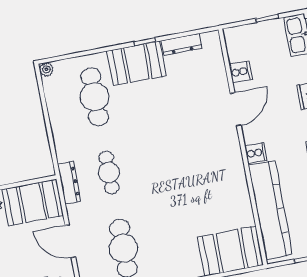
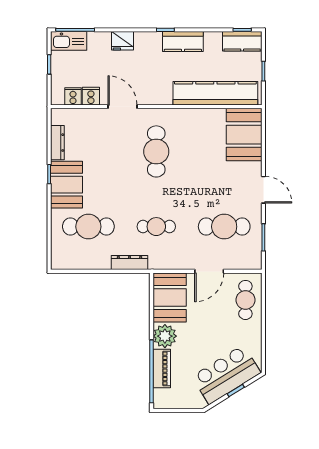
plant: (46, 69) -> (57, 264), removed
cooker: (256, 153) -> (73, 96), moved
cafe table: (193, 157) -> (156, 151), added
dresser: (69, 182) -> (130, 263), moved

